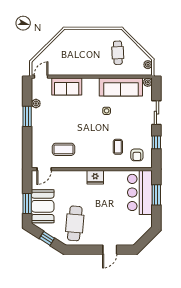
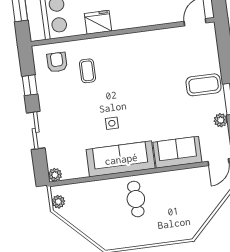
cafe table: (118, 53) -> (136, 199), moved
sofa: (121, 87) -> (121, 159), moved
coffee table: (63, 149) -> (204, 85), moved
fridge: (95, 177) -> (98, 22), moved

